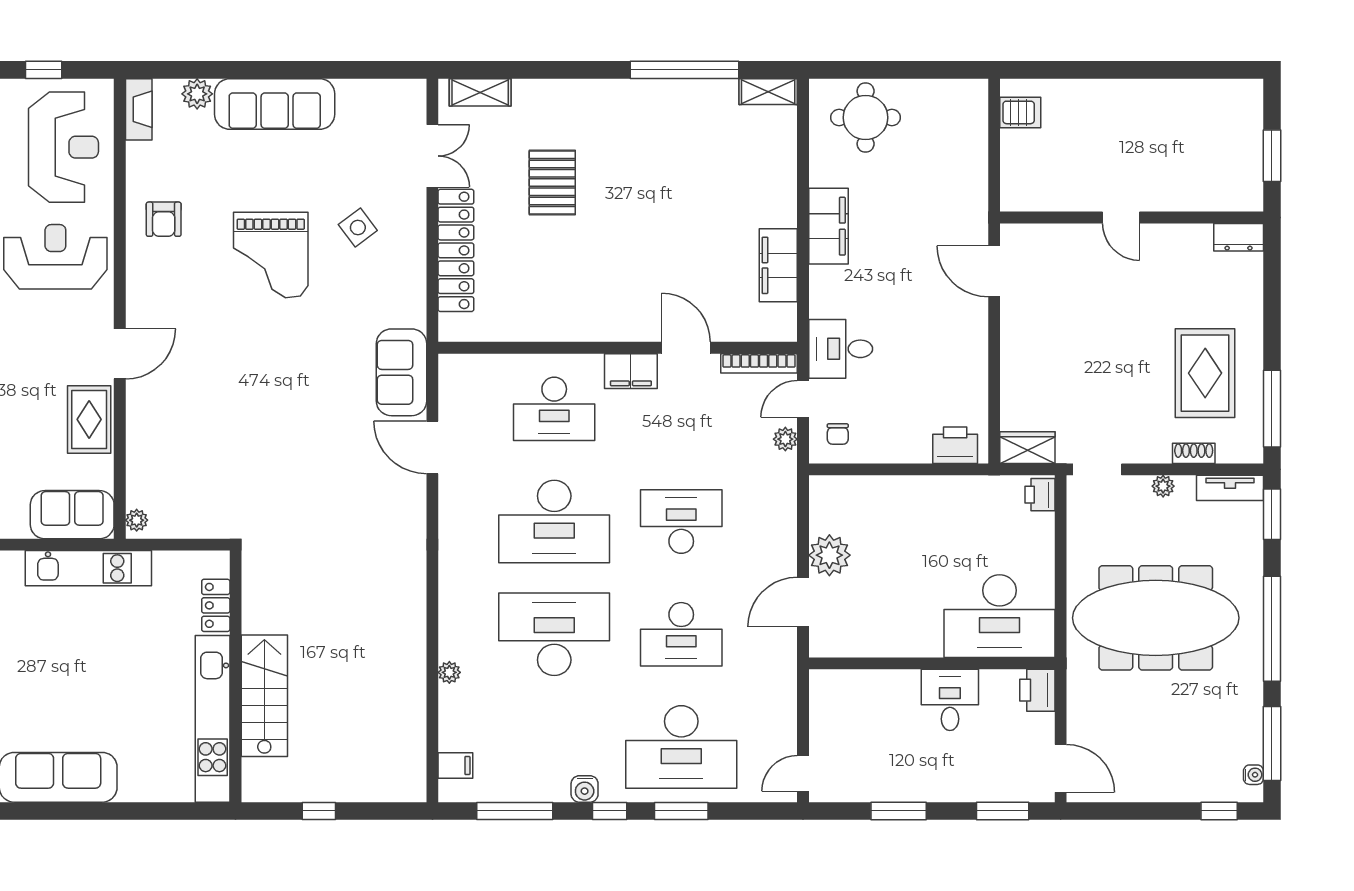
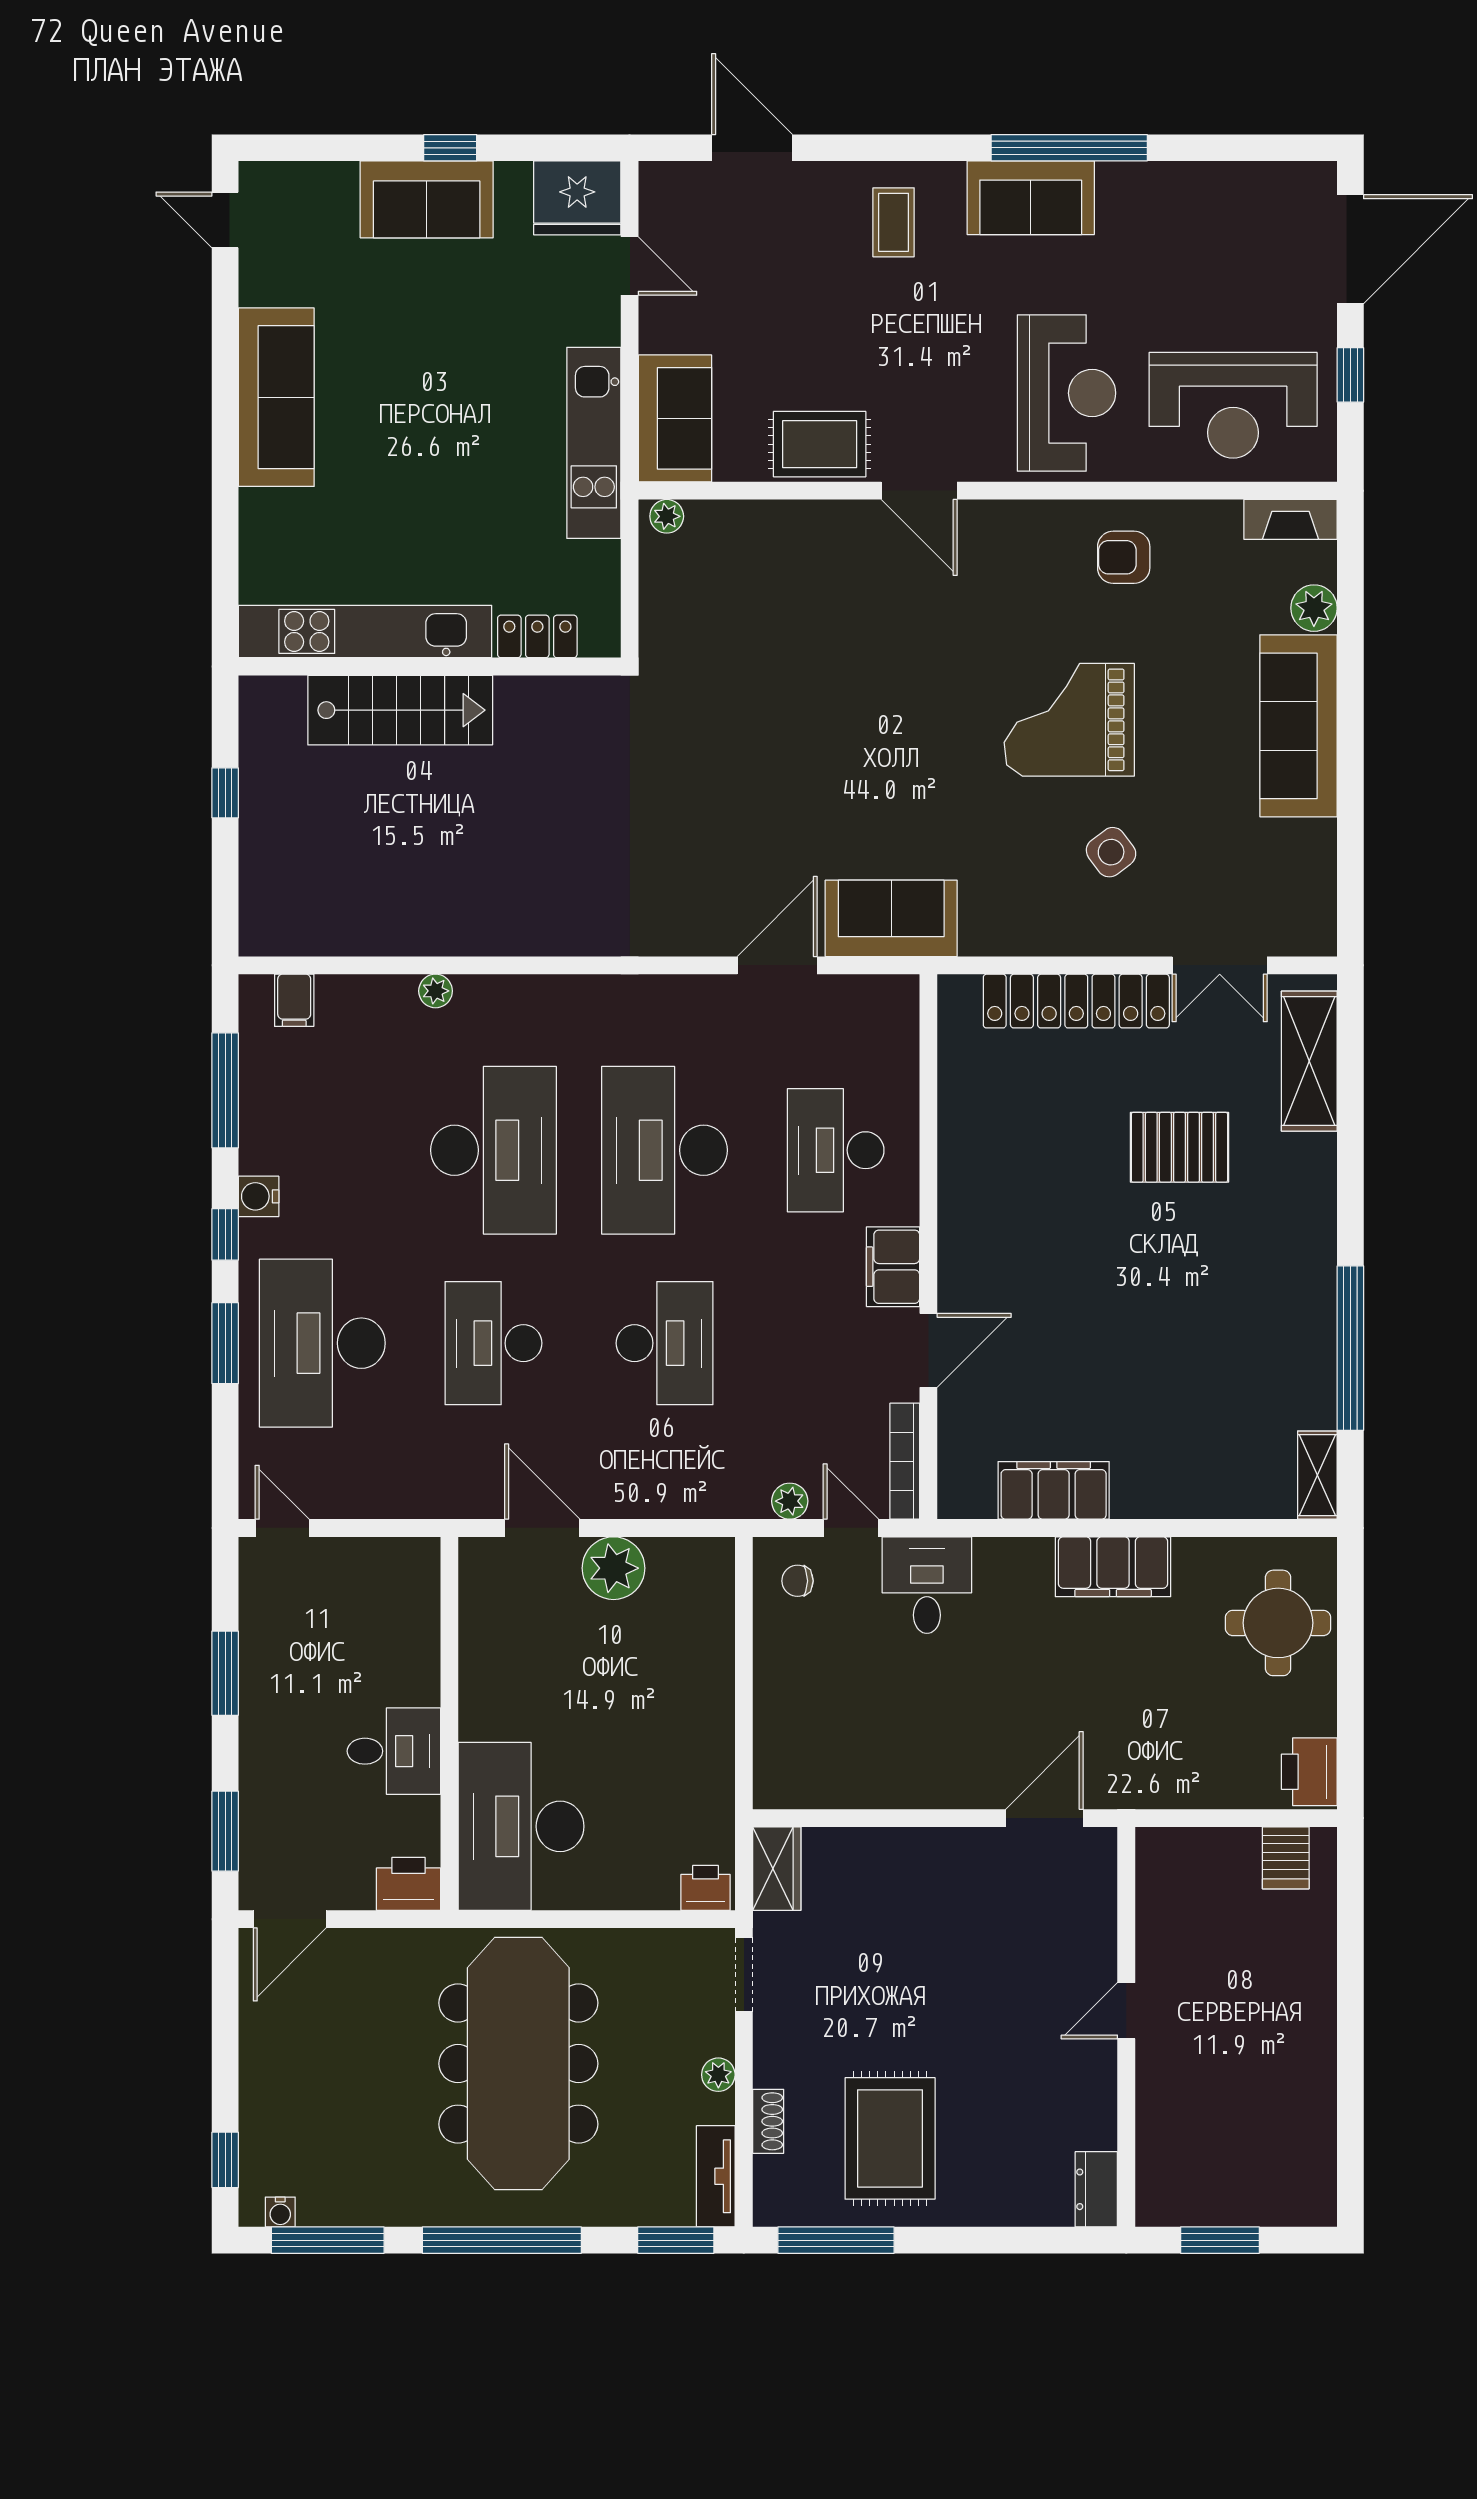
shelving: (480, 92) -> (1309, 1061), width x1.50, depth x1.33
rug: (1205, 373) -> (890, 2138), turned 90
printer: (955, 445) -> (1309, 1772), moved, turned 180

